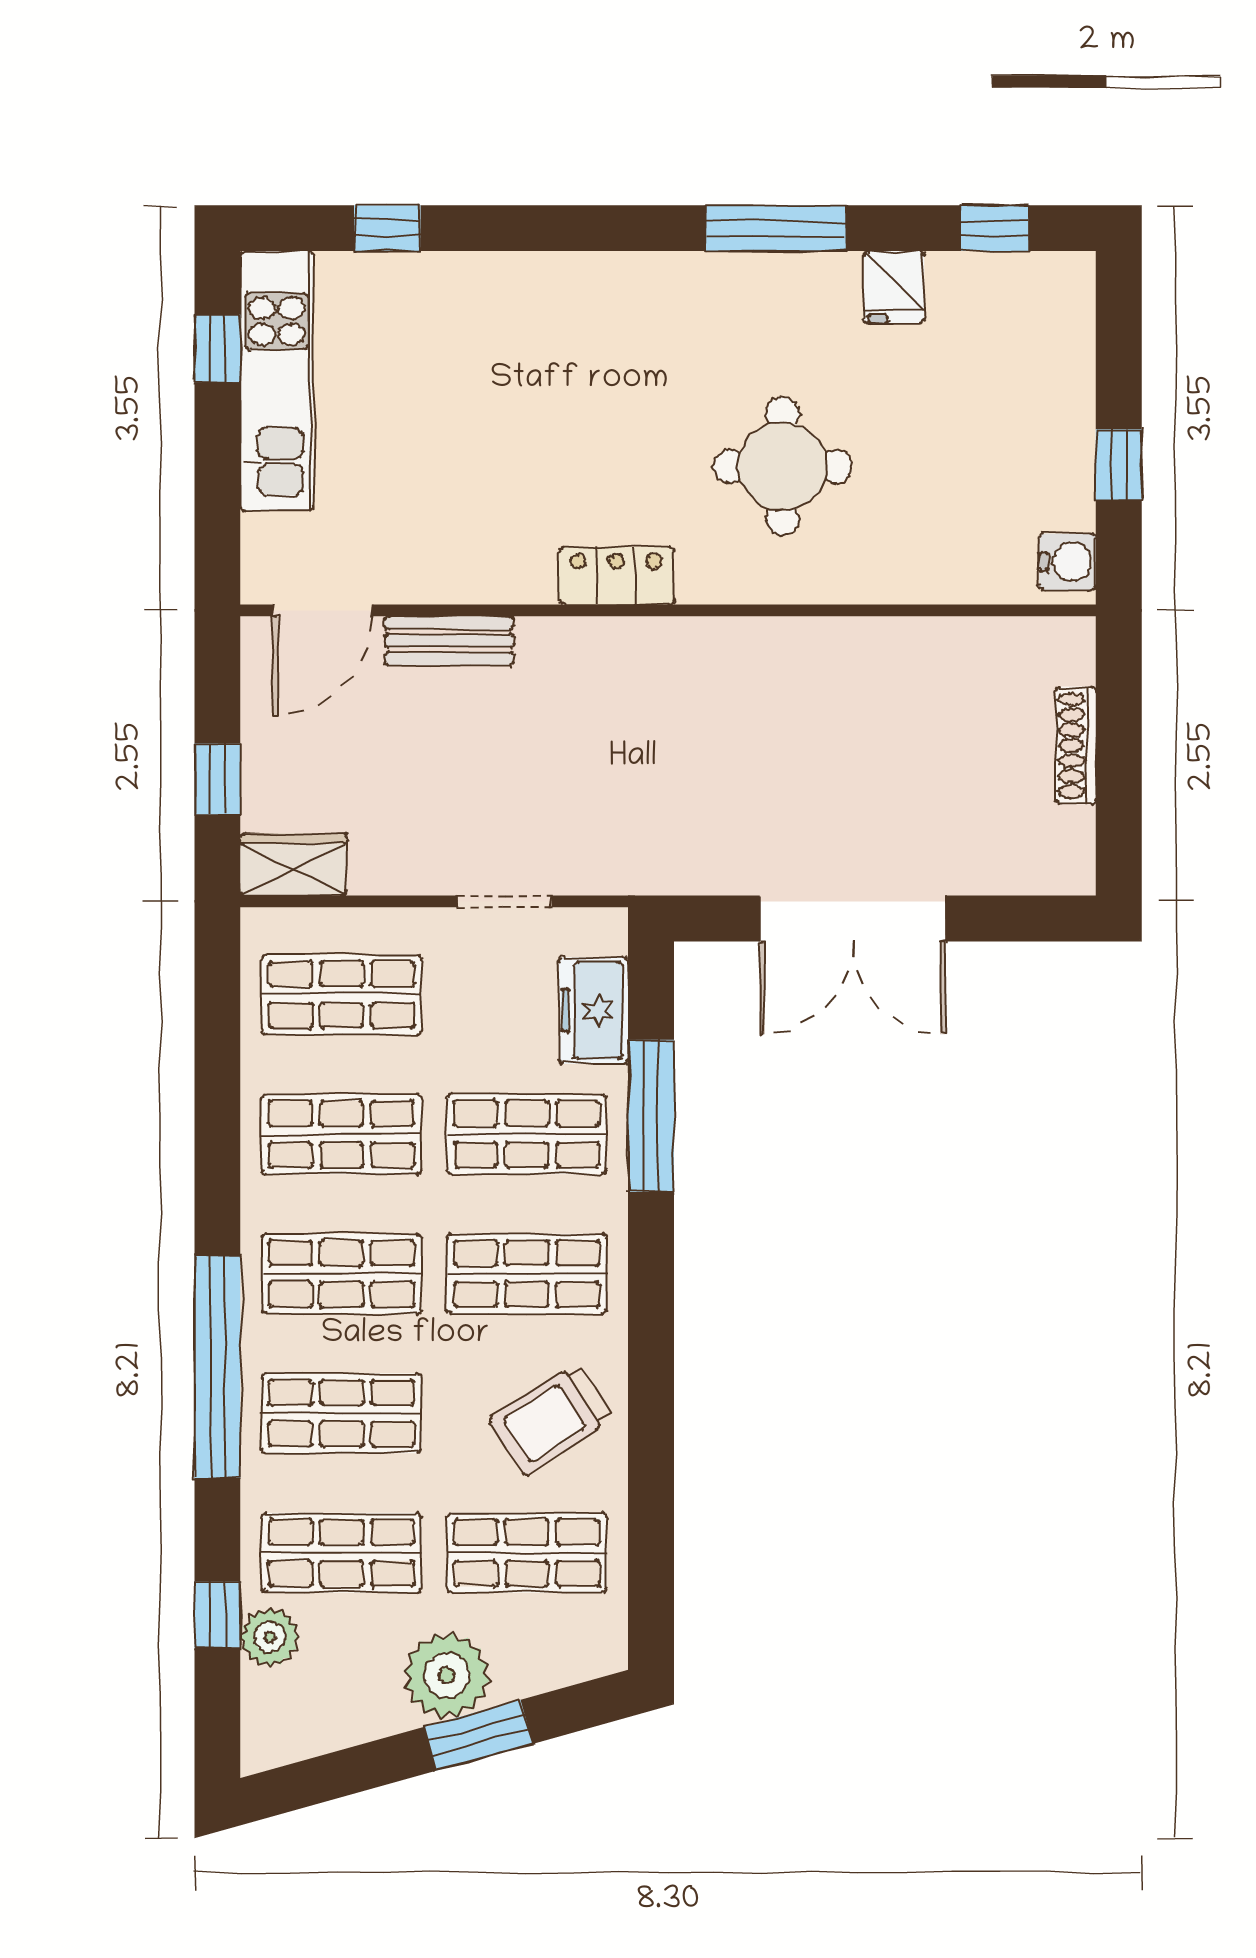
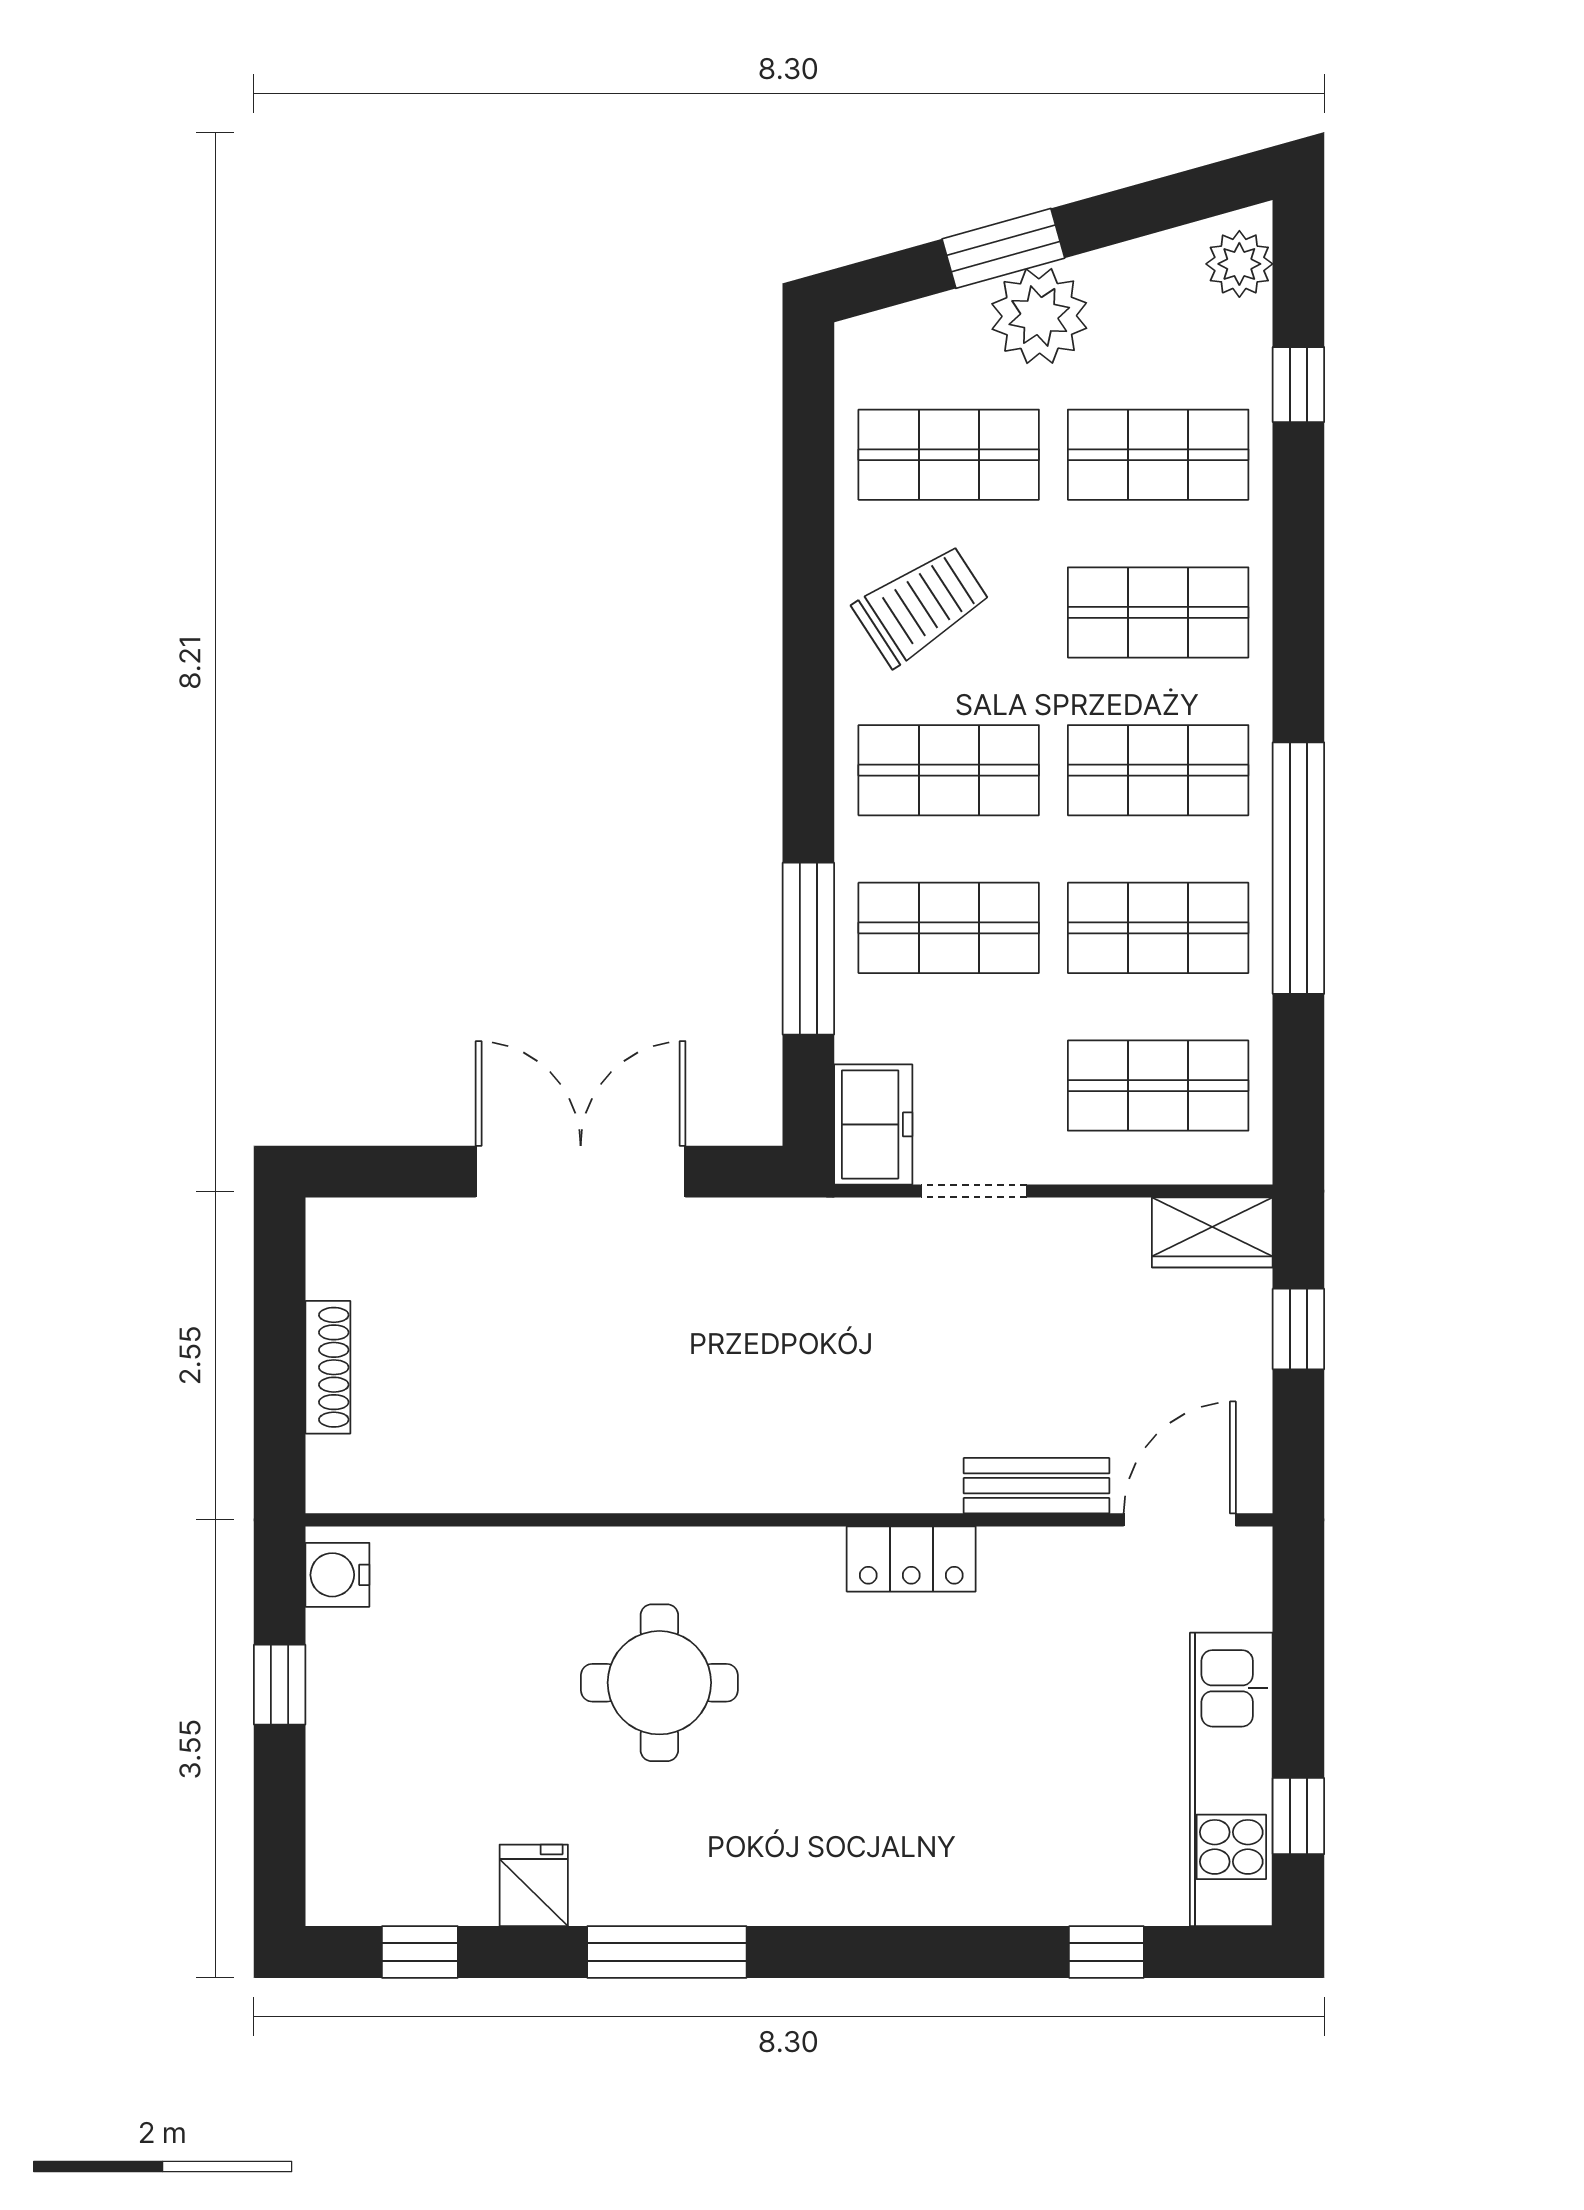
locker: (616, 576) -> (911, 1559), moved
freezer: (594, 1010) -> (873, 1124), moved
window: (217, 1367) -> (1298, 868), moved
plant: (270, 1637) -> (1239, 264), moved

